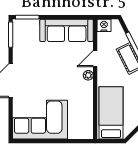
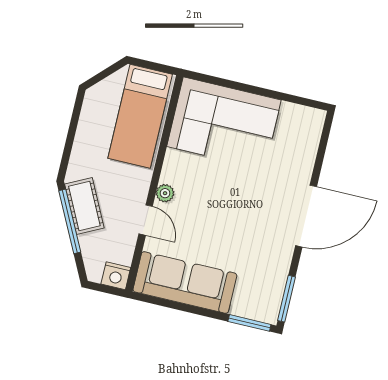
door: (95, 59) -> (146, 220), hinge flipped
corner sofa: (40, 120) -> (224, 123), moved

